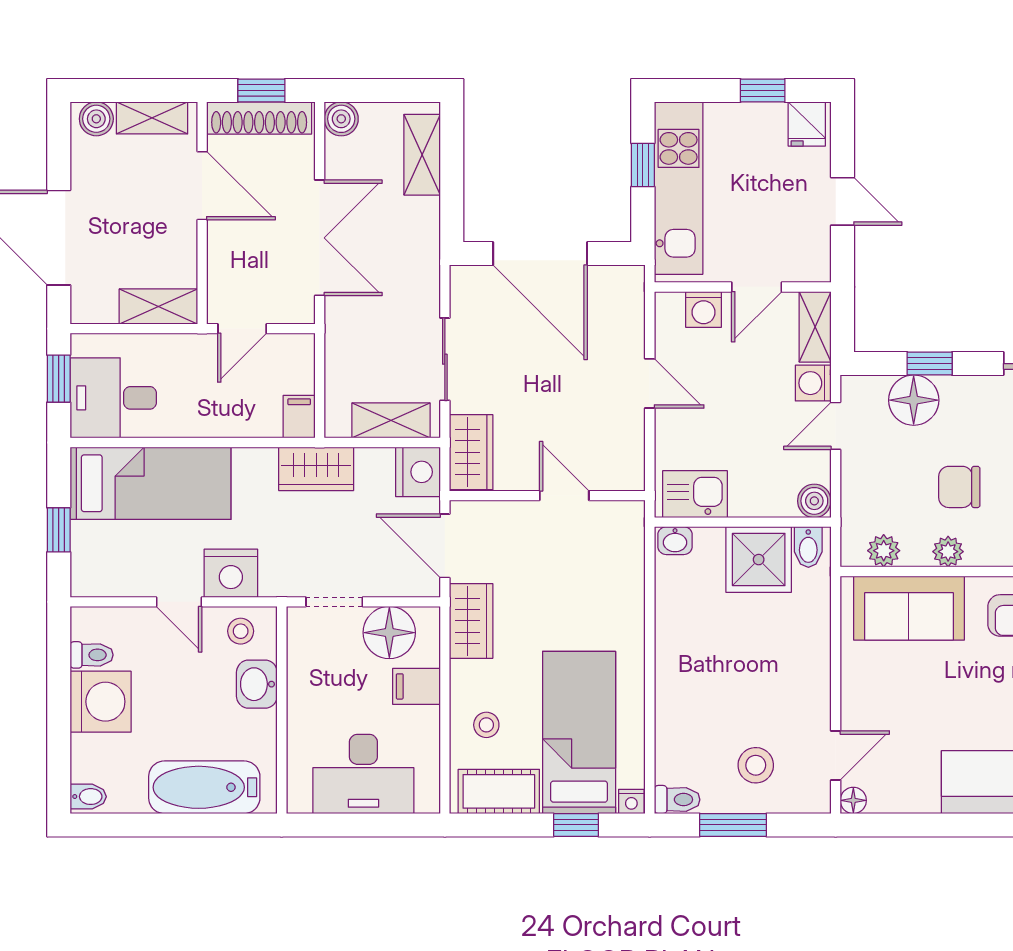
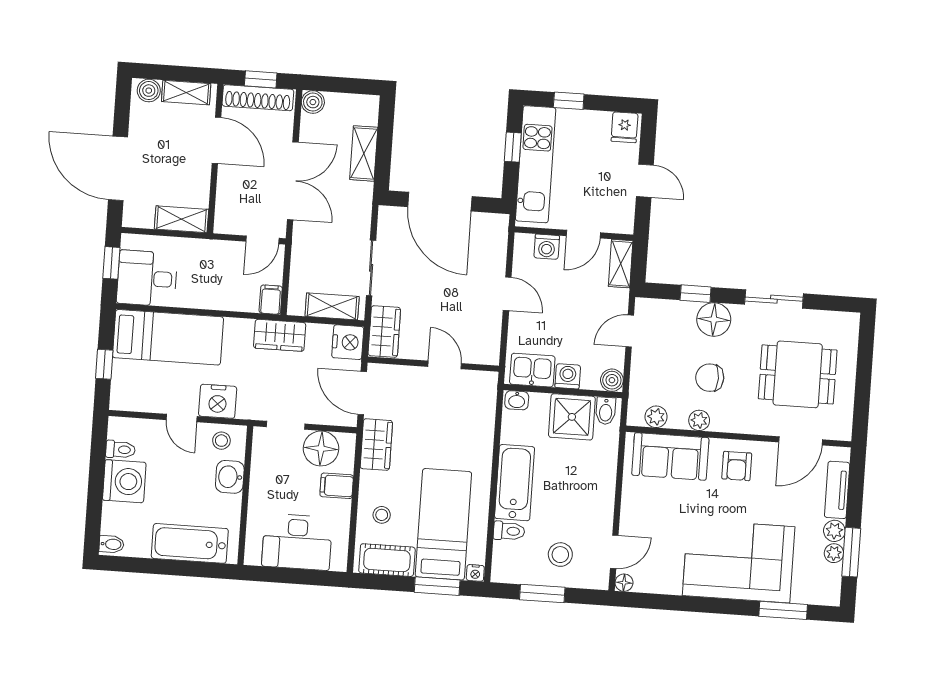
window: (763, 90) -> (569, 101), moved
shelving: (422, 155) -> (364, 153), moved
door: (242, 329) -> (262, 240), moved
washing machine: (813, 383) -> (568, 376), moved, turned 90
floor lamp: (914, 400) -> (714, 319), moved
bathtub: (680, 663) -> (515, 483), added
toilet: (677, 800) -> (509, 531), moved
window: (576, 825) -> (437, 586), width x1.50

